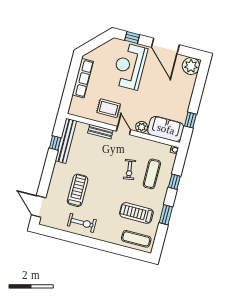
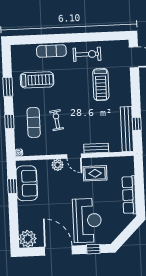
sofa: (166, 129) -> (27, 183), moved, turned -90
exercise bike: (82, 223) -> (87, 54), turned 180
exercise mat: (136, 239) -> (51, 51), moved

